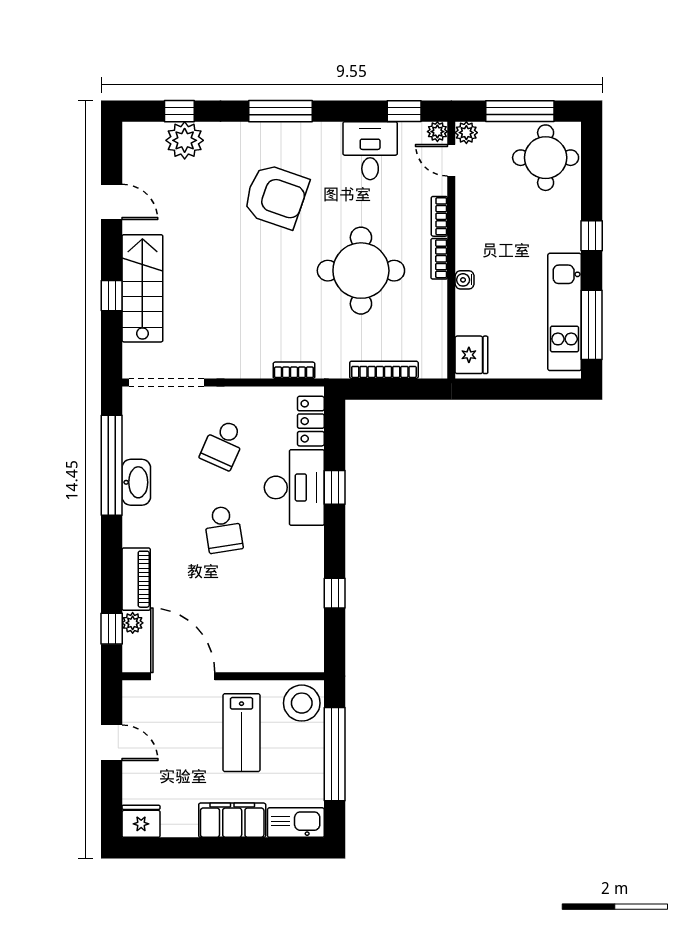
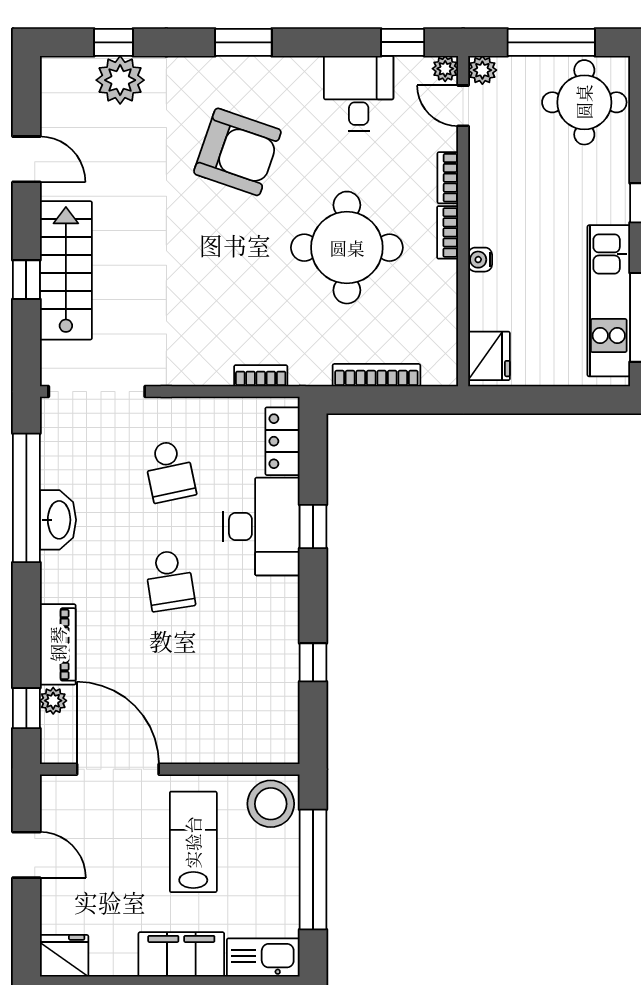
window: (280, 111) -> (243, 42), width x0.69
school desk: (223, 444) -> (170, 471), turned -36
lab bench: (242, 733) -> (193, 842), turned 180

